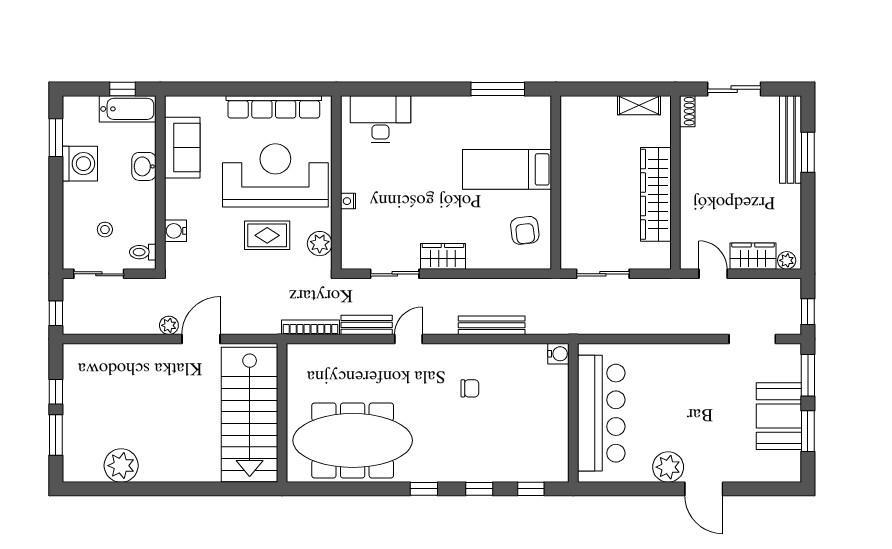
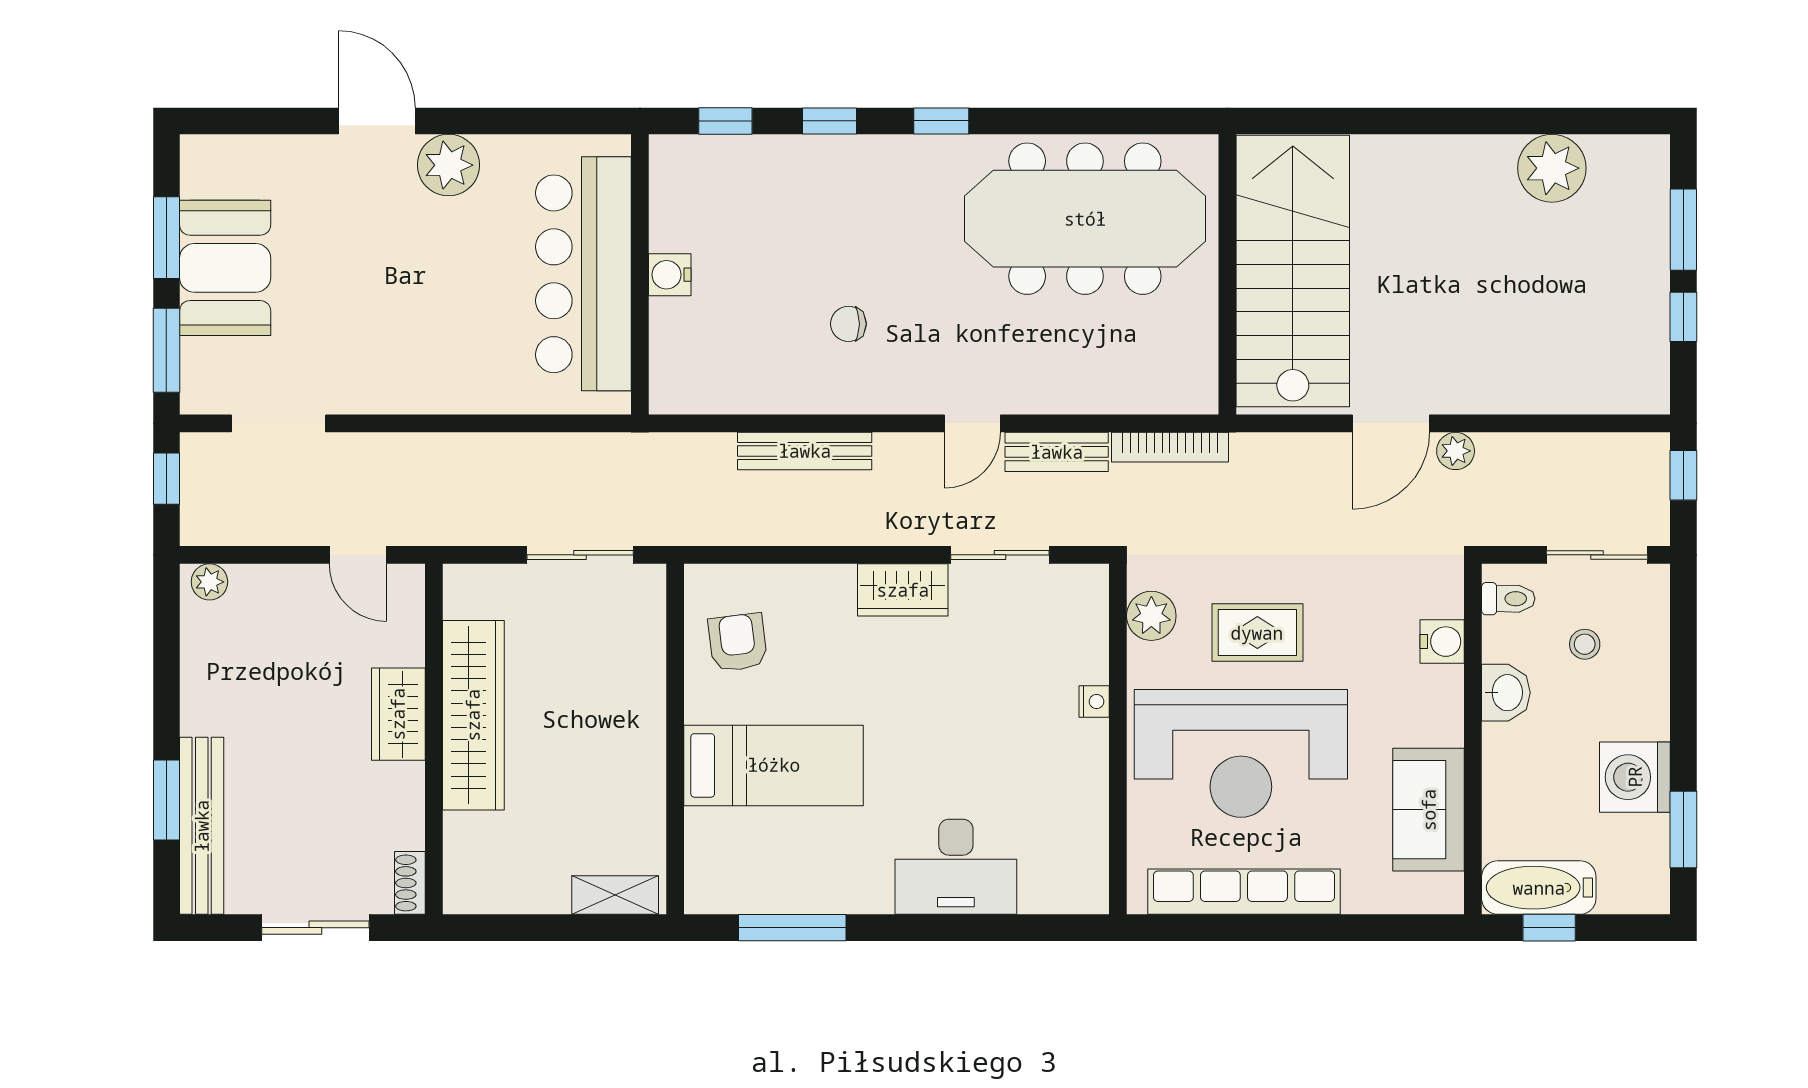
shelving: (639, 105) -> (615, 895), moved
desk: (380, 119) -> (956, 867), moved
washbasin: (144, 166) -> (1506, 693), moved
wardrobe: (753, 256) -> (398, 714), moved, turned 90
water cooler: (558, 354) -> (670, 275), moved

